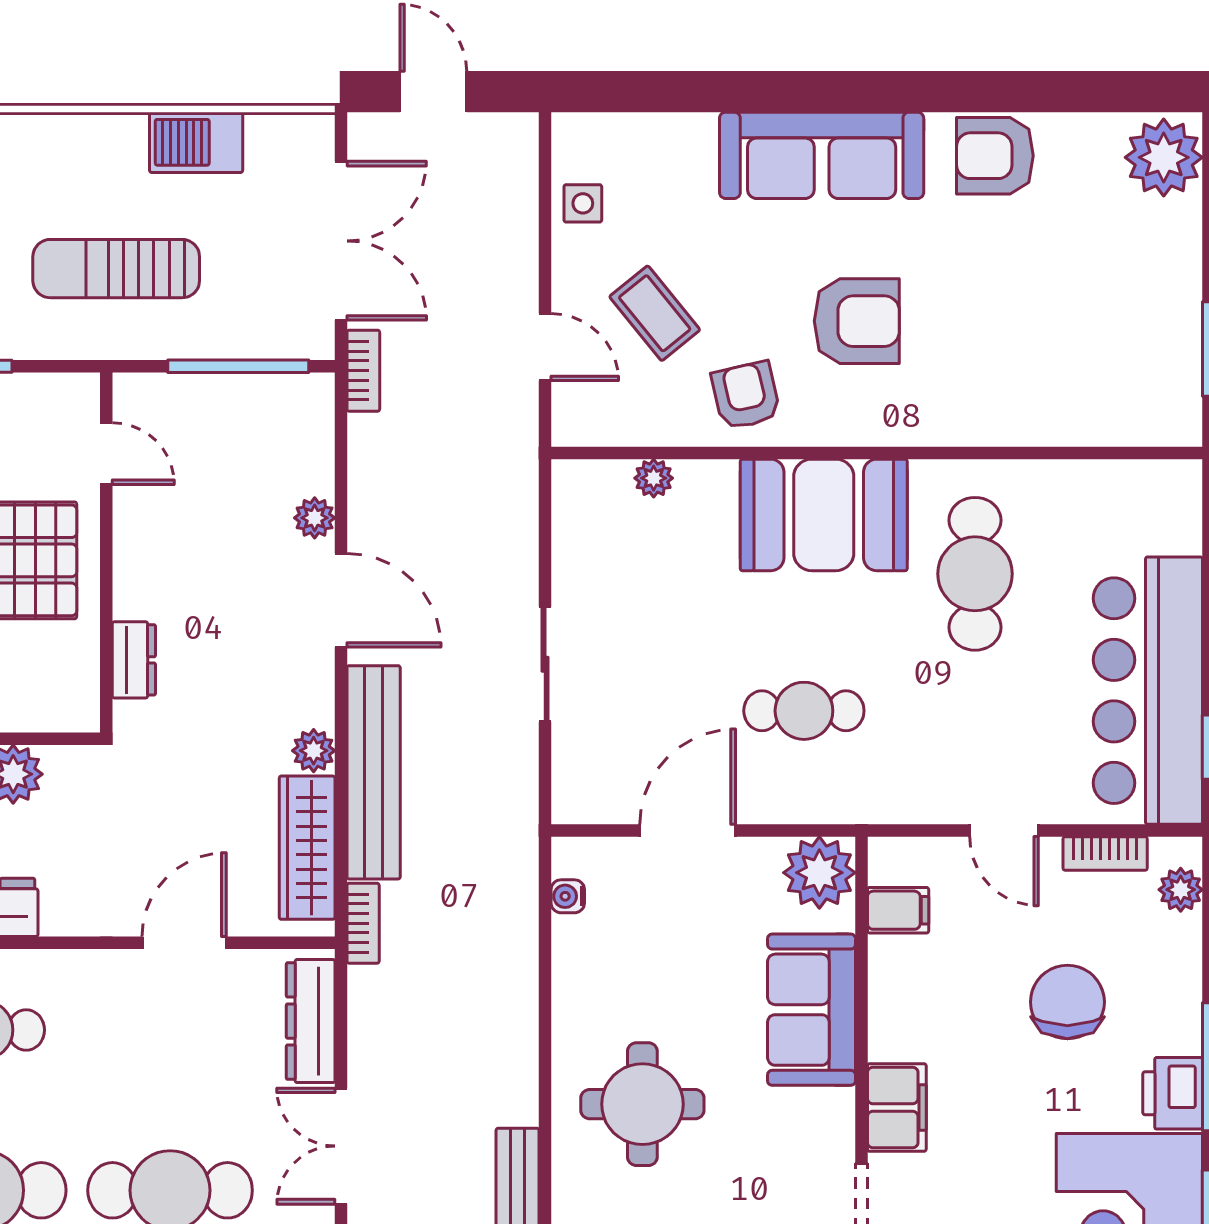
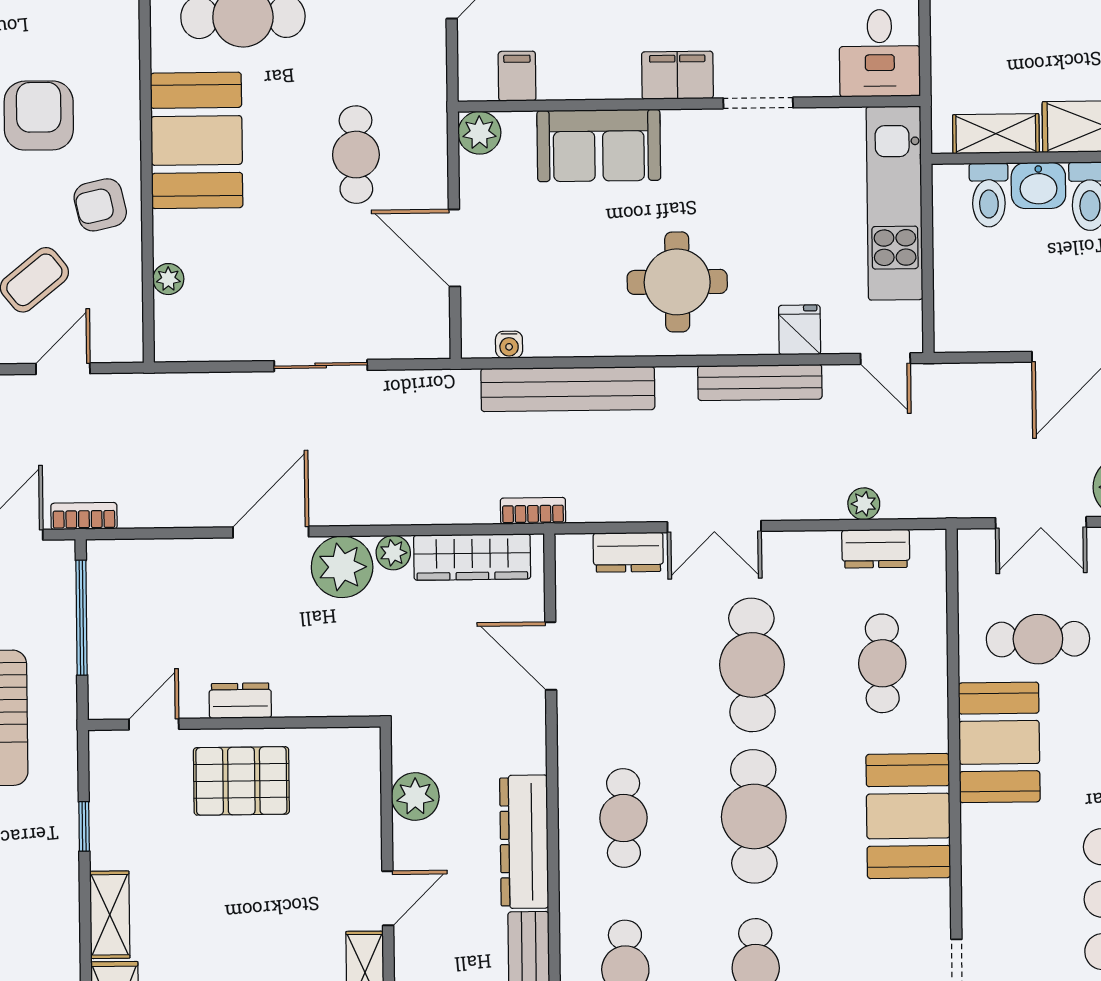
plant: (315, 518) -> (342, 567), moved, width x1.88, depth x1.88
dresser: (134, 660) -> (240, 701), moved
bench: (374, 772) -> (568, 389), moved
plant: (819, 873) -> (479, 133), width x0.73, depth x0.73
dresser: (311, 1021) -> (628, 552), width x0.70

